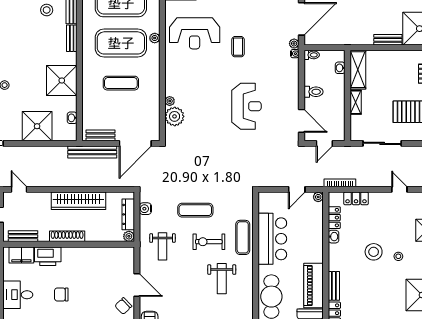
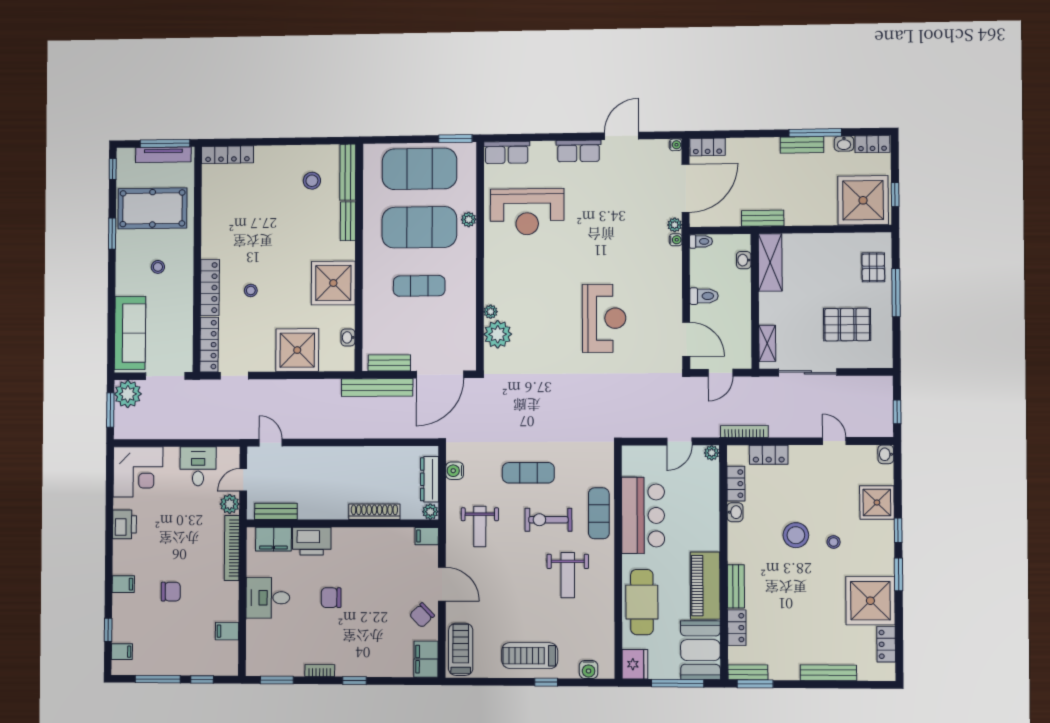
bench: (388, 40) -> (763, 218), moved
coffee table: (238, 47) -> (591, 231), removed
shelving: (356, 102) -> (767, 343), moved
wardrobe: (78, 201) -> (357, 459), removed
shoe rack: (67, 236) -> (374, 512), moved
filing cabinet: (126, 253) -> (427, 536), added

